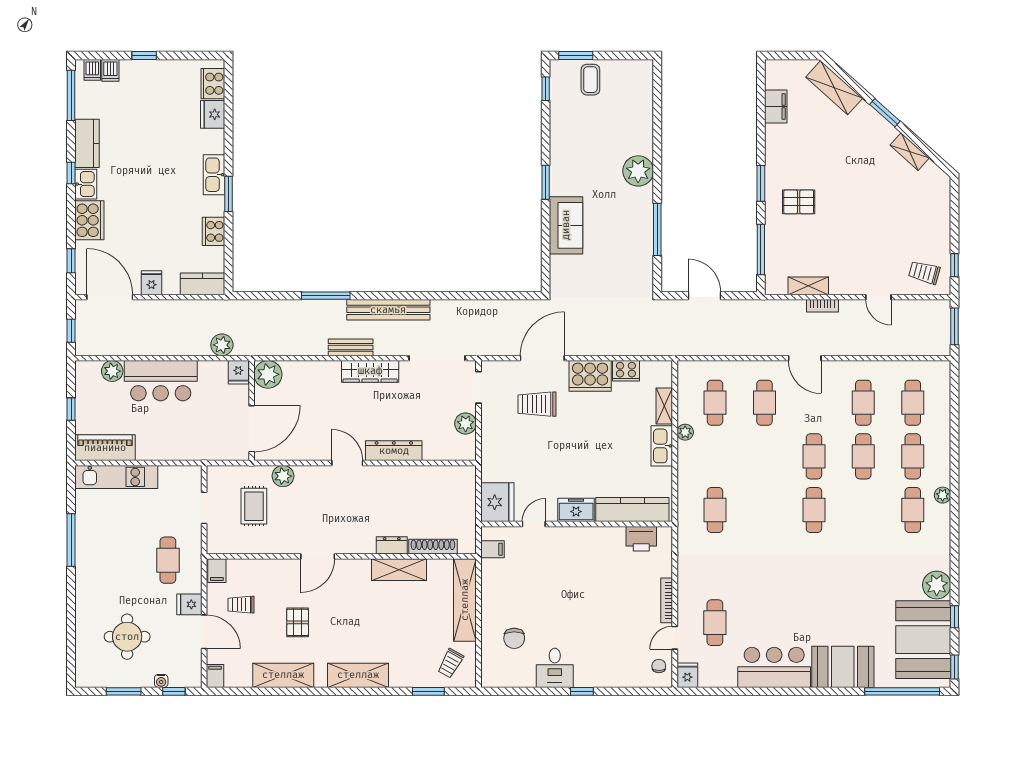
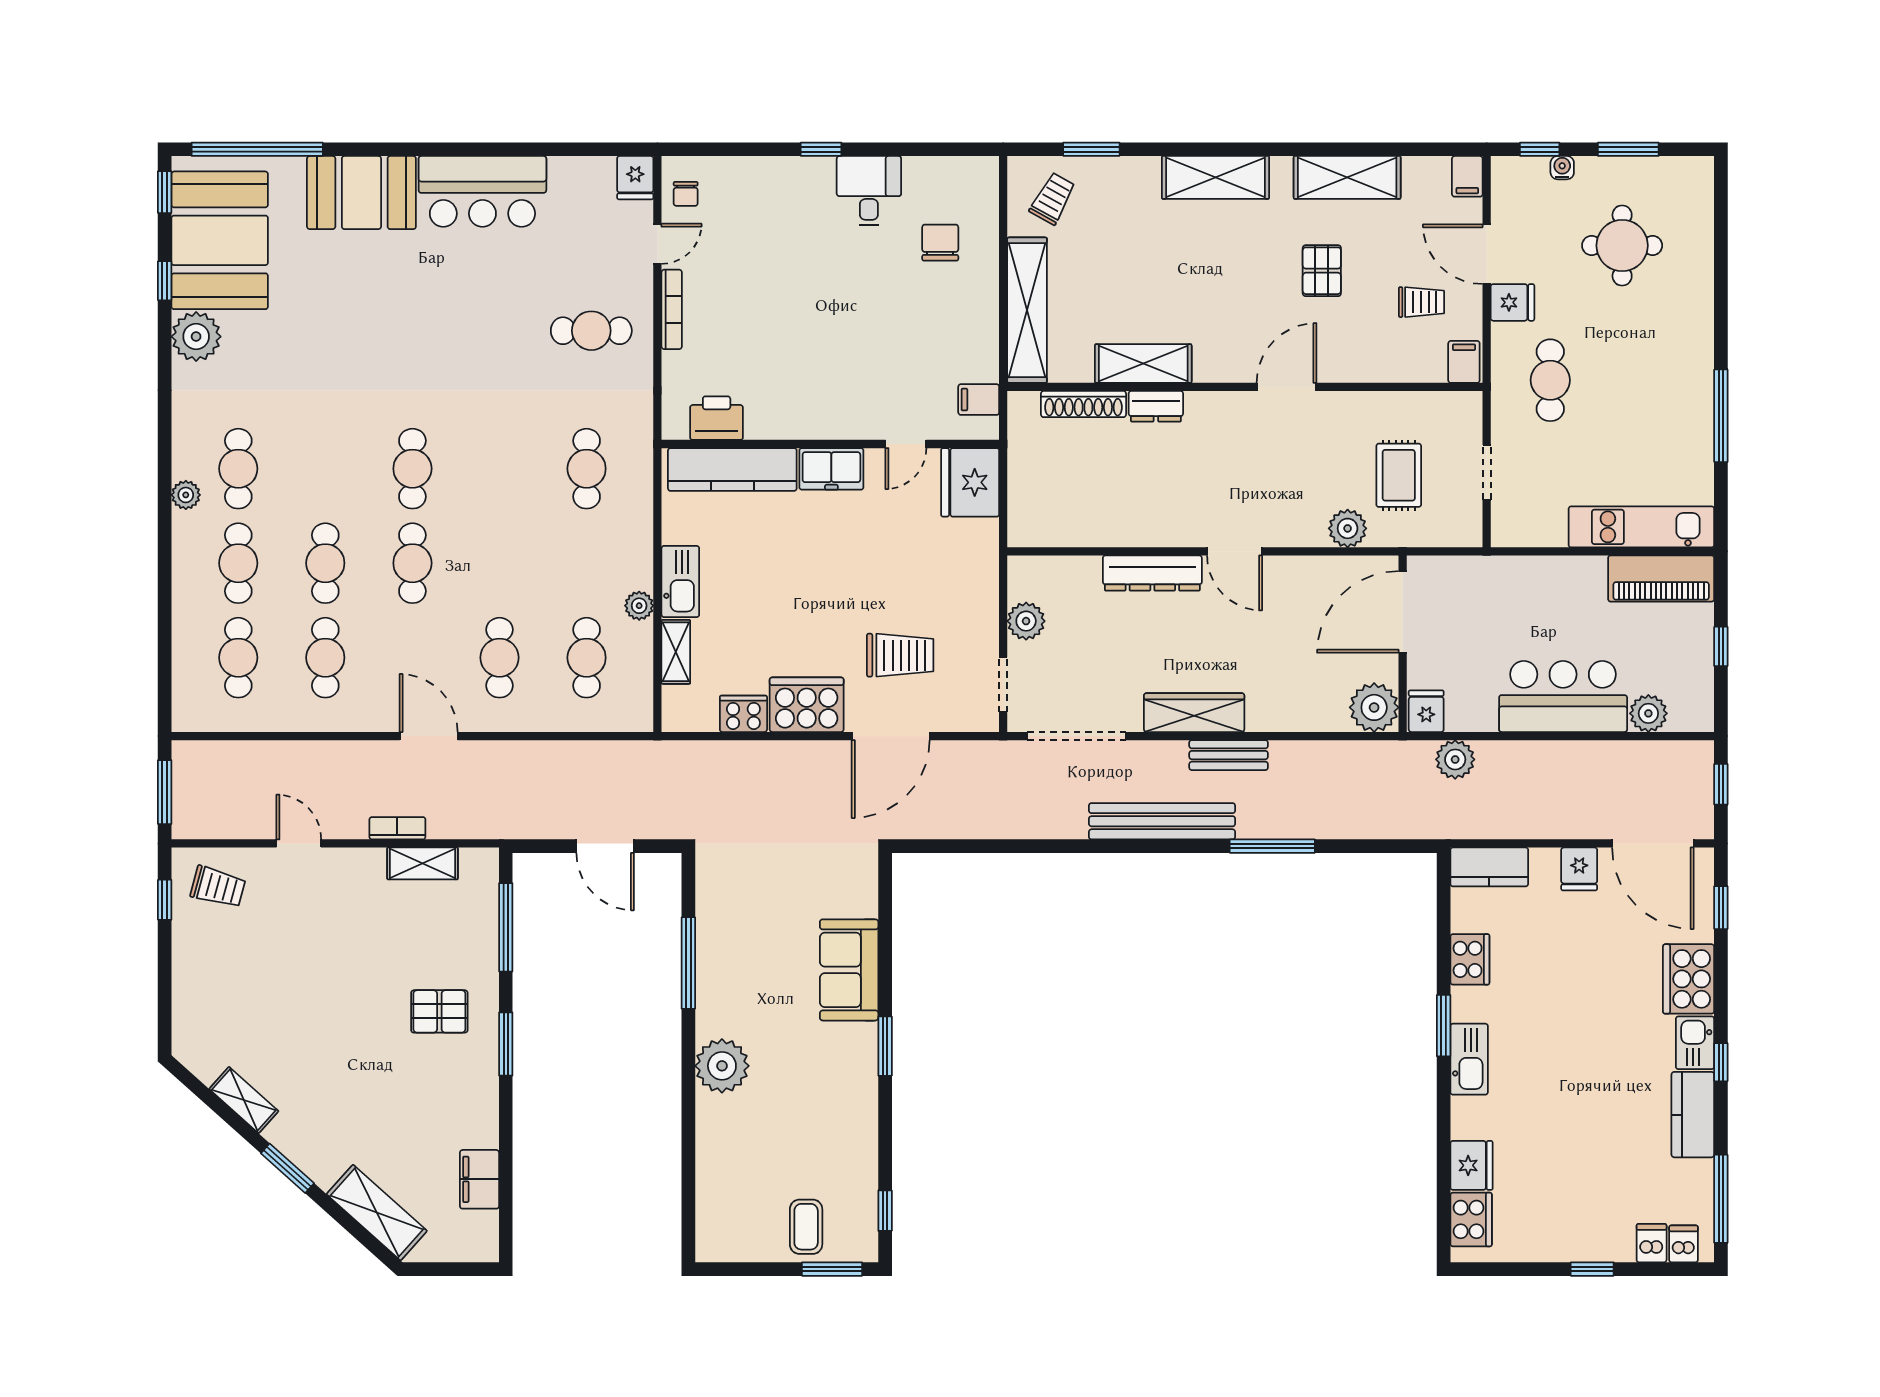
cafe table: (715, 623) -> (591, 331), moved, turned 90

